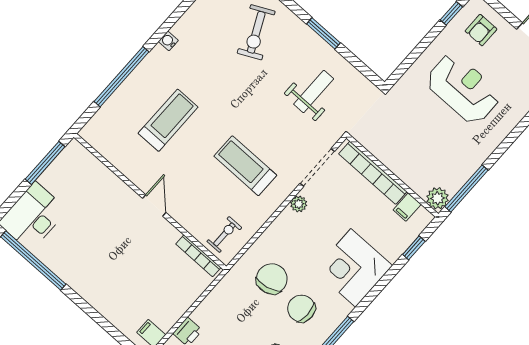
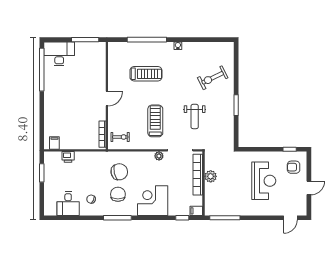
weight bench: (314, 92) -> (195, 116), moved, turned 90
plant: (437, 198) -> (211, 176), moved
filing cabinet: (407, 207) -> (196, 211), moved

